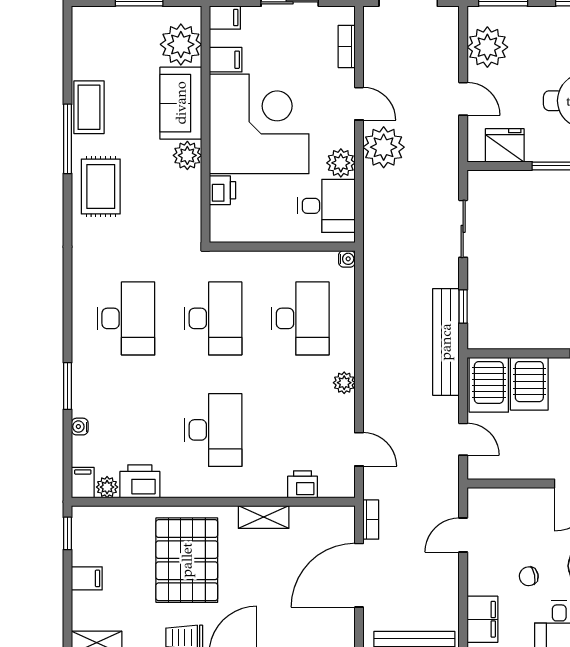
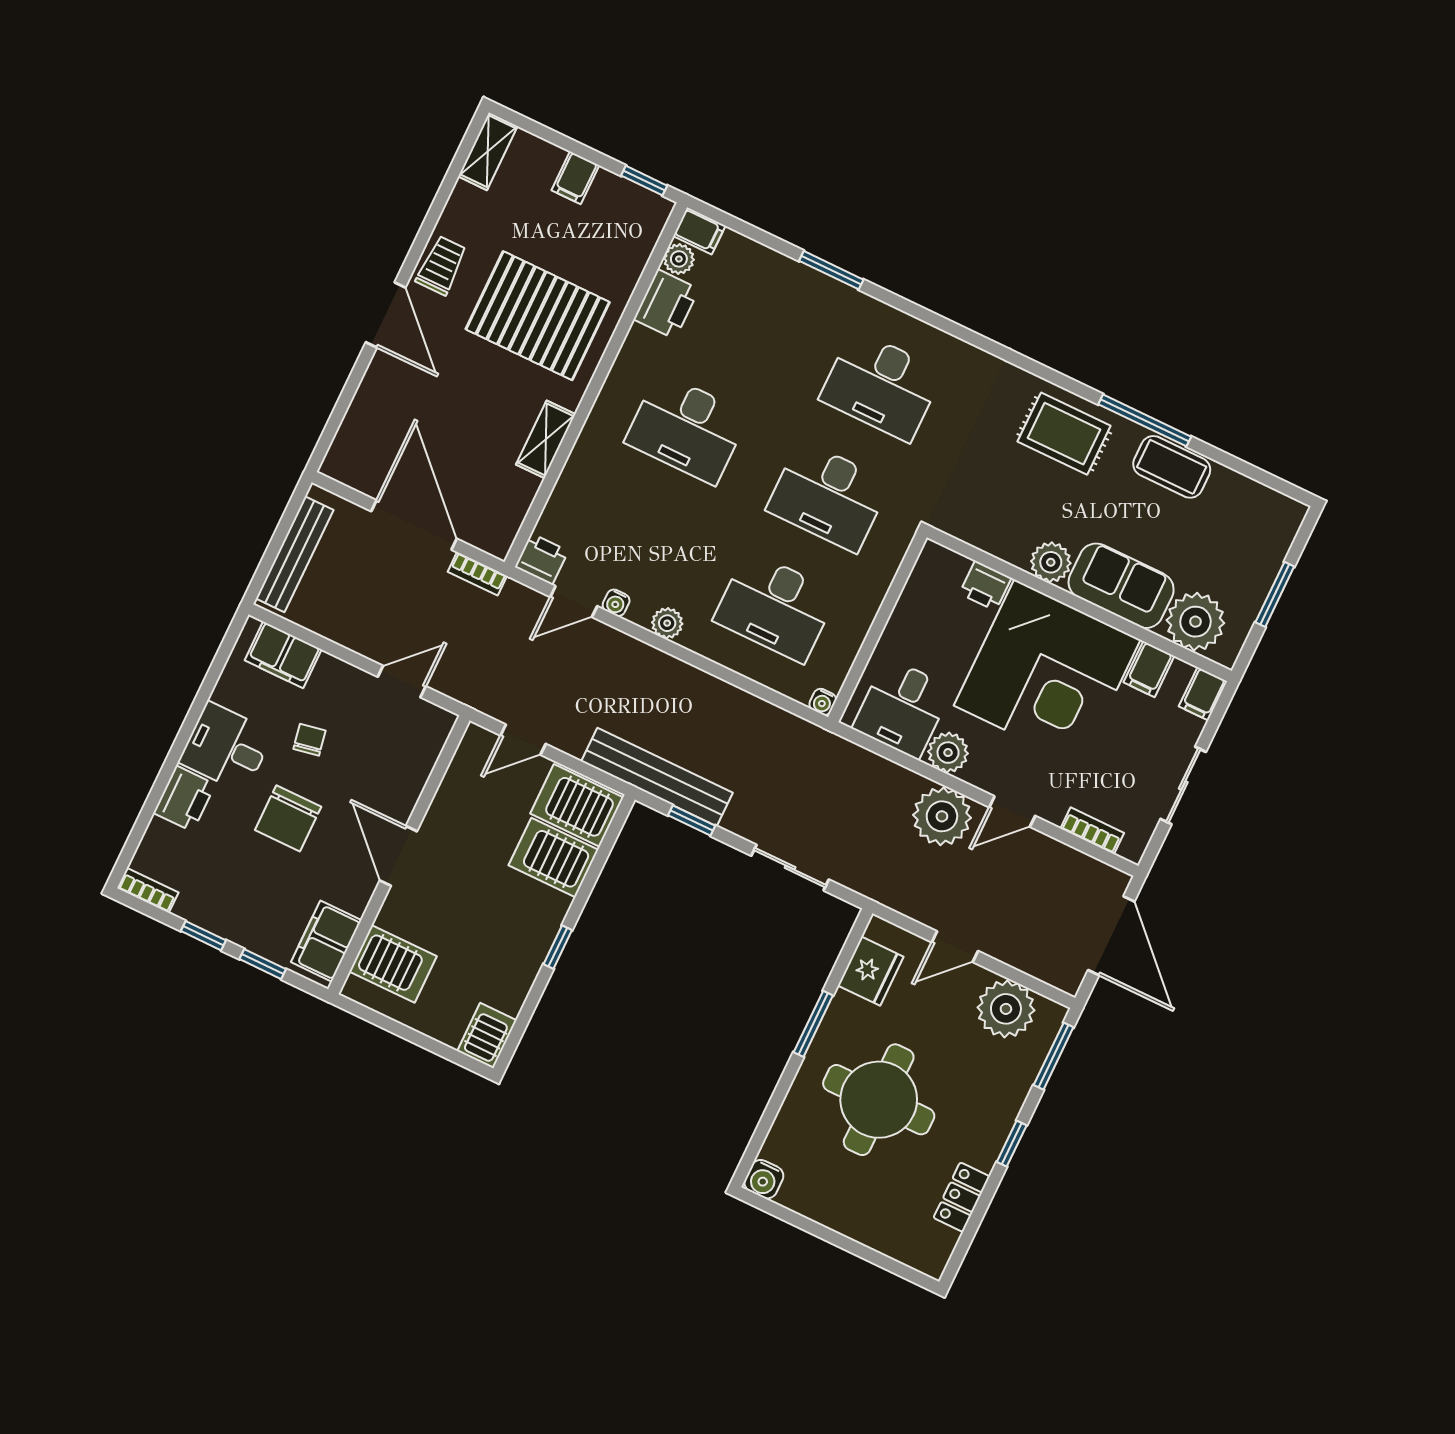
water cooler: (80, 427) -> (616, 603), moved, turned 180
printer: (303, 484) -> (542, 559), moved, turned -90
door: (463, 535) -> (402, 682), hinge flipped

